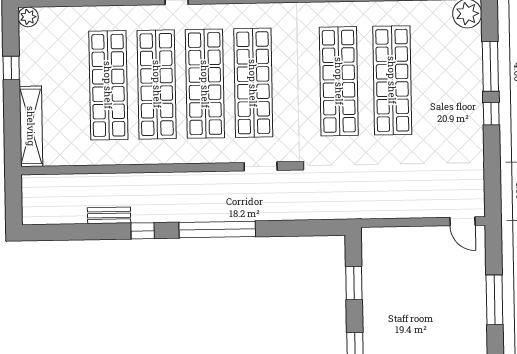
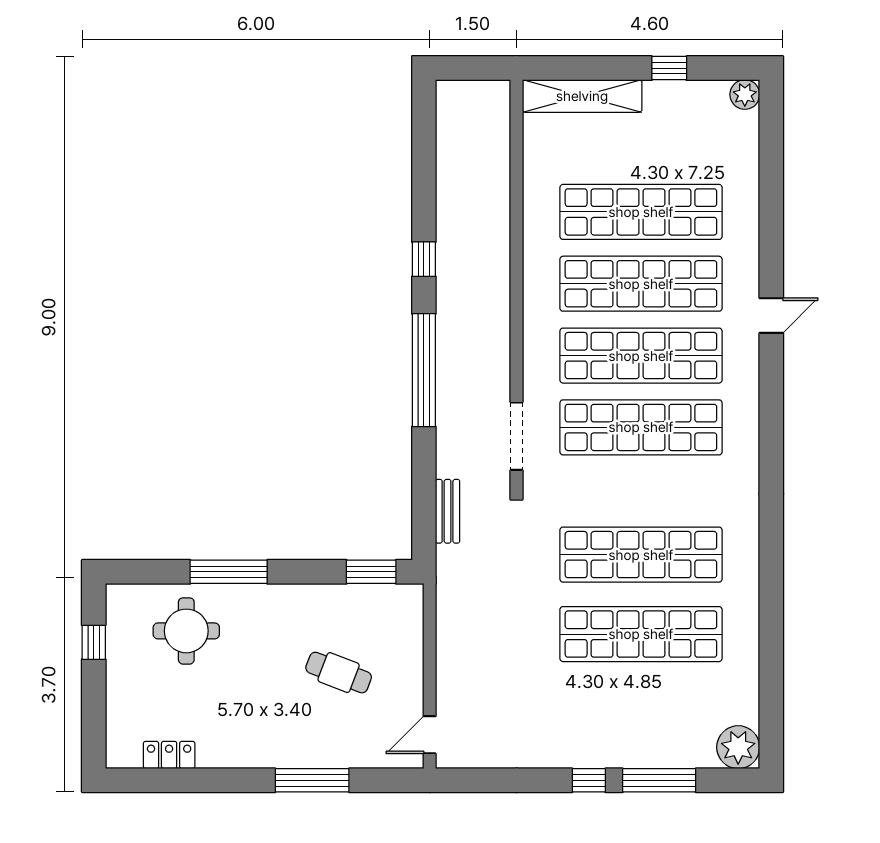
doorway: (261, 166) -> (516, 436), width x1.38
bench: (109, 215) -> (448, 511), moved
window: (354, 283) -> (371, 572), moved
cafe table: (422, 283) -> (339, 673), added

